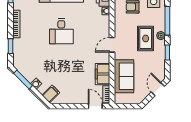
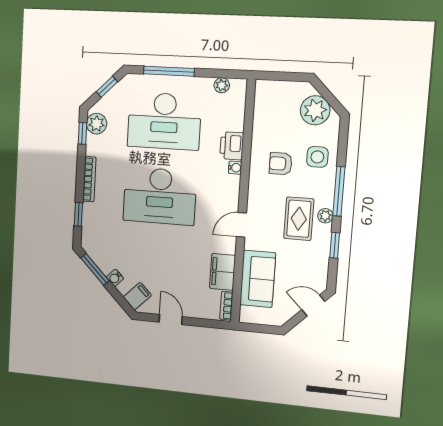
desk: (61, 31) -> (160, 196), width x1.87, depth x1.30
door: (158, 89) -> (313, 305), hinge flipped
door: (95, 106) -> (171, 319), moved

